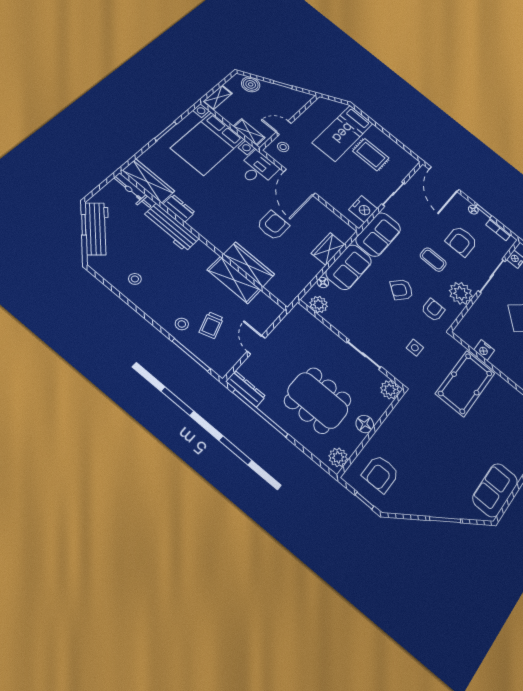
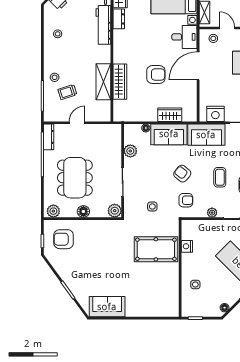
plant: (461, 293) -> (212, 213), width x0.53, depth x0.53
plant: (319, 304) -> (130, 151), moved

